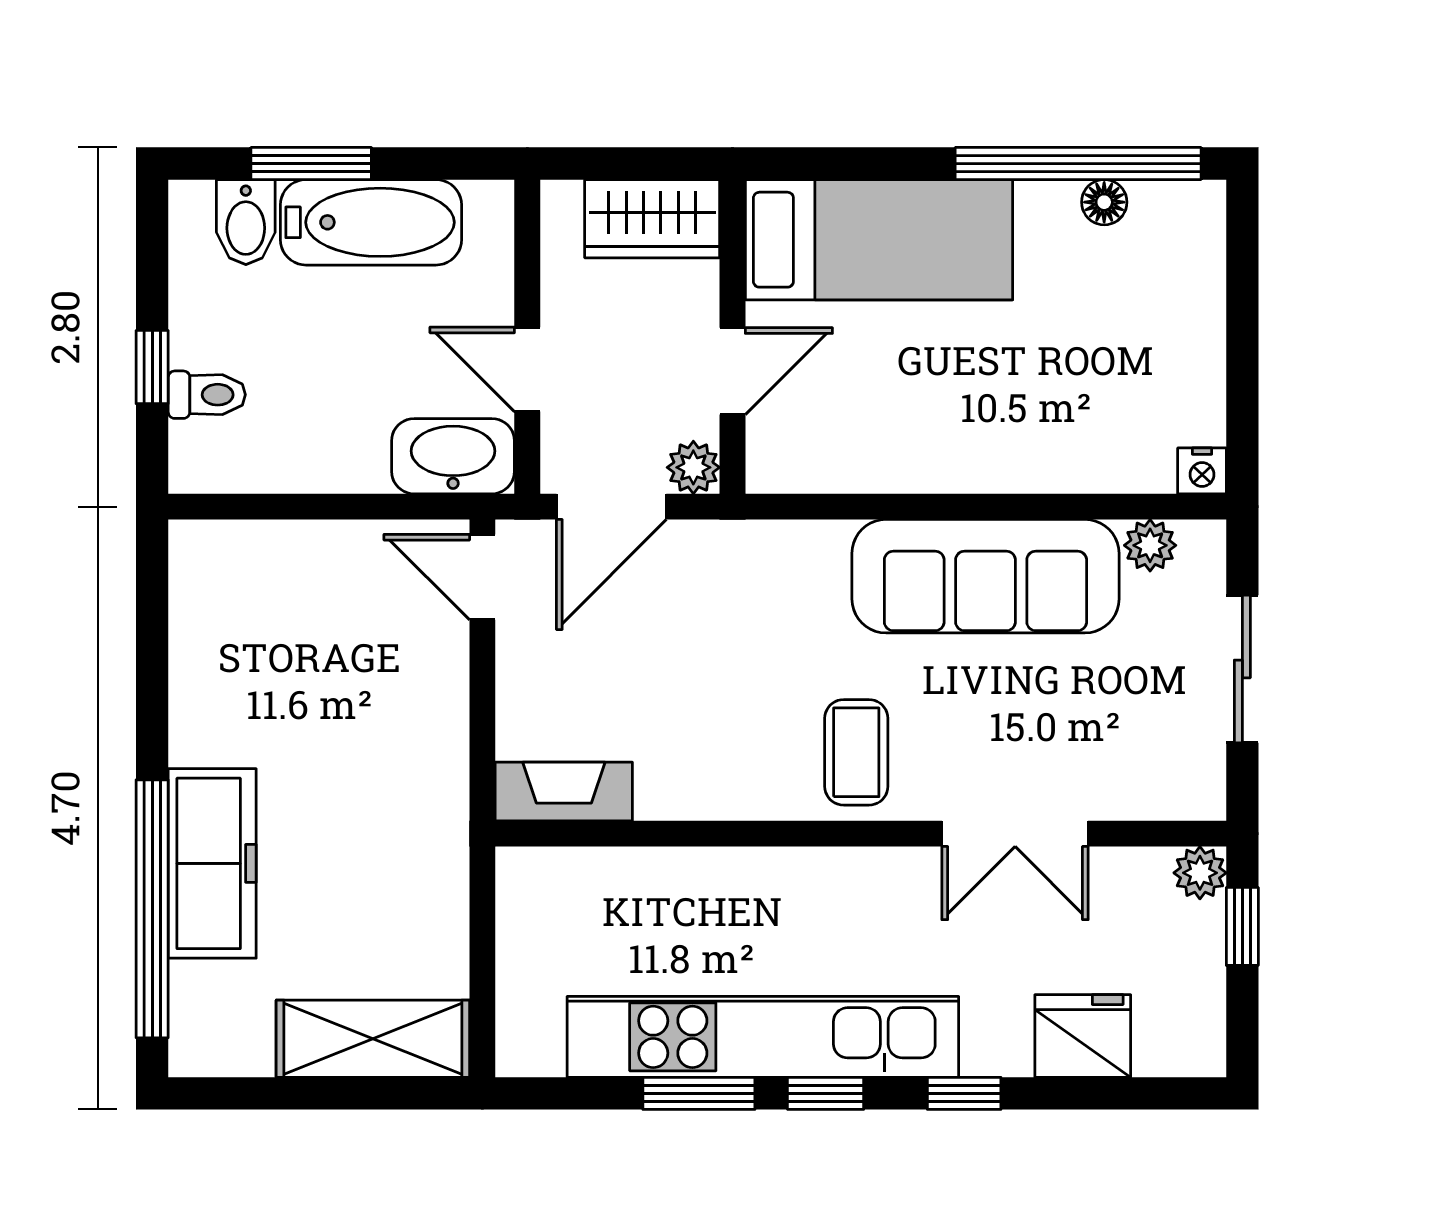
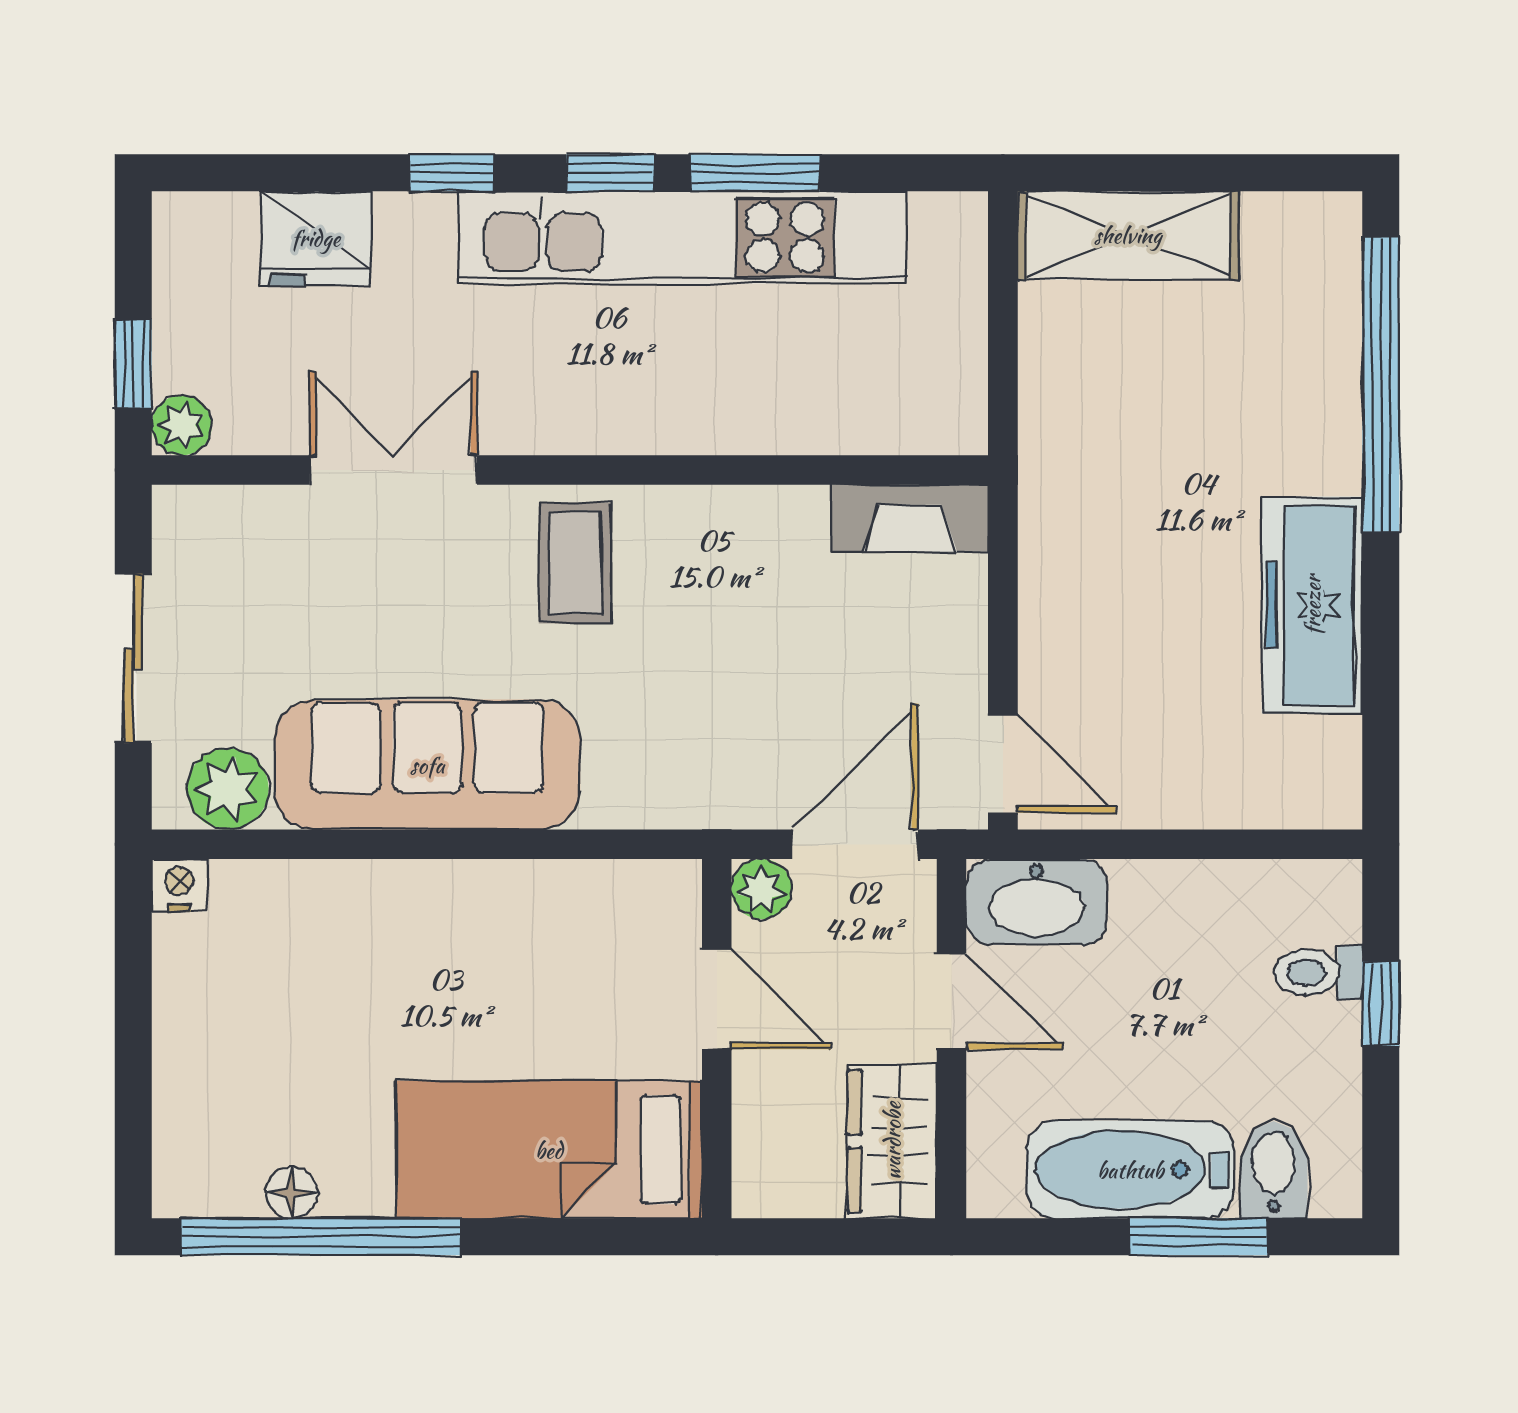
wardrobe: (652, 219) -> (892, 1141), moved, turned -90
door: (733, 371) -> (717, 999), swing flipped
plant: (1150, 545) -> (228, 789), width x1.38, depth x1.38
freezer: (212, 863) -> (1312, 605), moved

